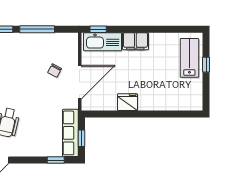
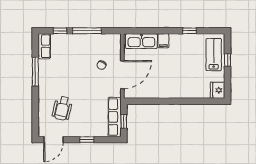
window: (98, 29) -> (189, 31), moved
filing cabinet: (135, 41) -> (163, 41), width x0.50
fridge: (128, 102) -> (218, 90), moved, turned -90
window: (56, 160) -> (87, 140), moved

